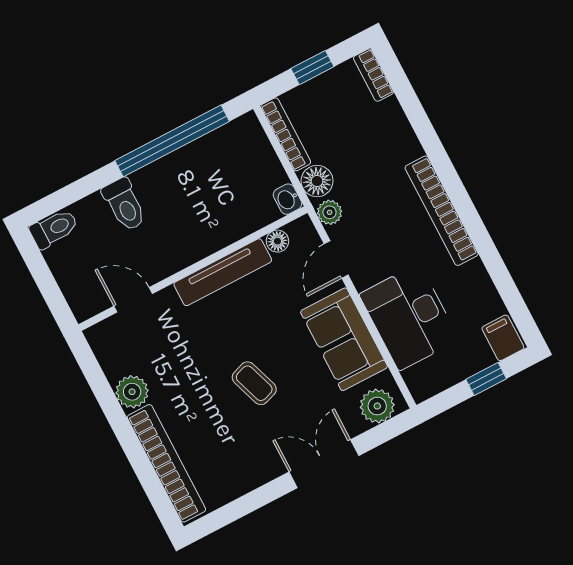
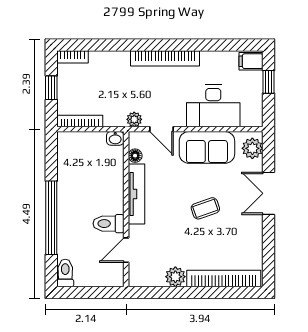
window: (172, 141) -> (51, 218), moved
floor lamp: (317, 181) -> (114, 117), removed
toilet: (124, 205) -> (108, 224), moved, turned 180

